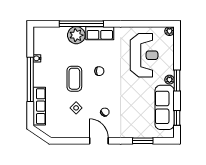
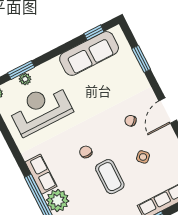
coffee table: (74, 79) -> (110, 177), turned 90
plant: (169, 80) -> (25, 79), moved
window: (177, 80) -> (21, 70), moved

